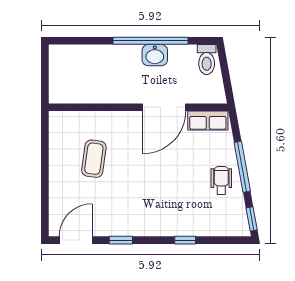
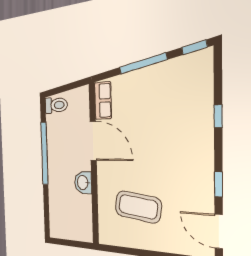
washbasin: (155, 55) -> (83, 183), moved, turned 180
coffee table: (94, 159) -> (138, 207), width x1.36, depth x1.32
wheelchair: (221, 180) -> (156, 83), removed

